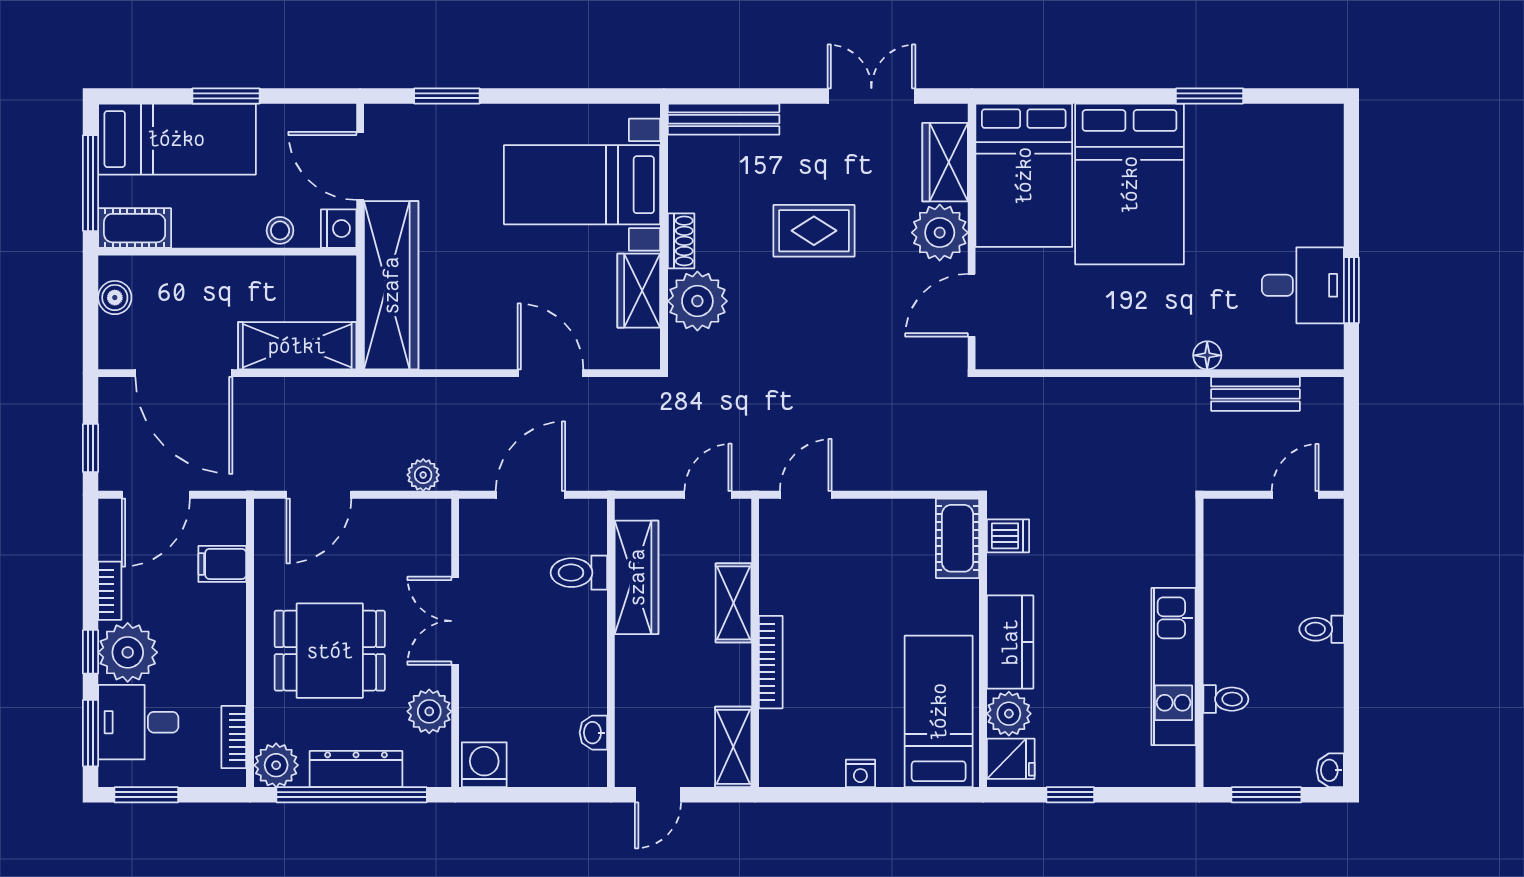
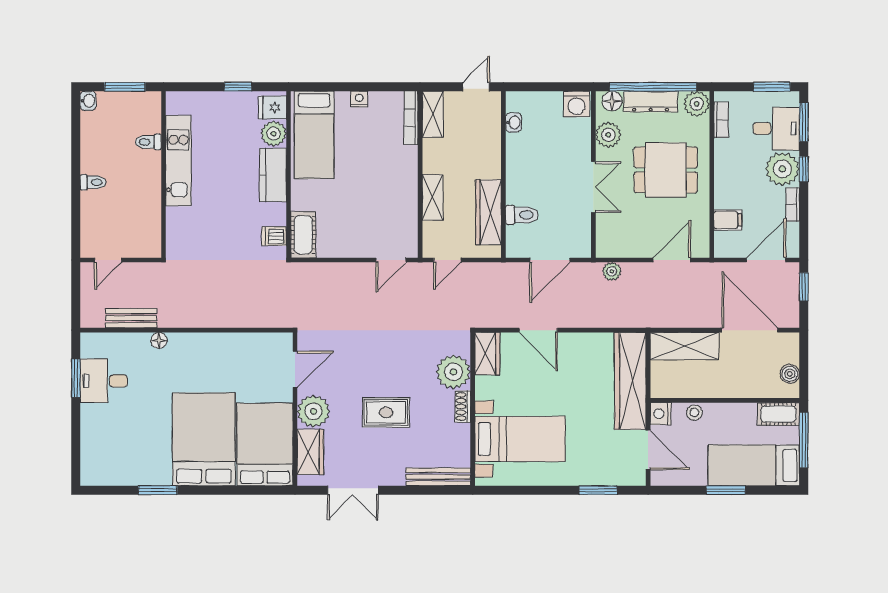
wardrobe: (639, 291) -> (487, 354), moved
bookcase: (771, 662) -> (411, 118), moved
floor lamp: (423, 770) -> (612, 101), added

